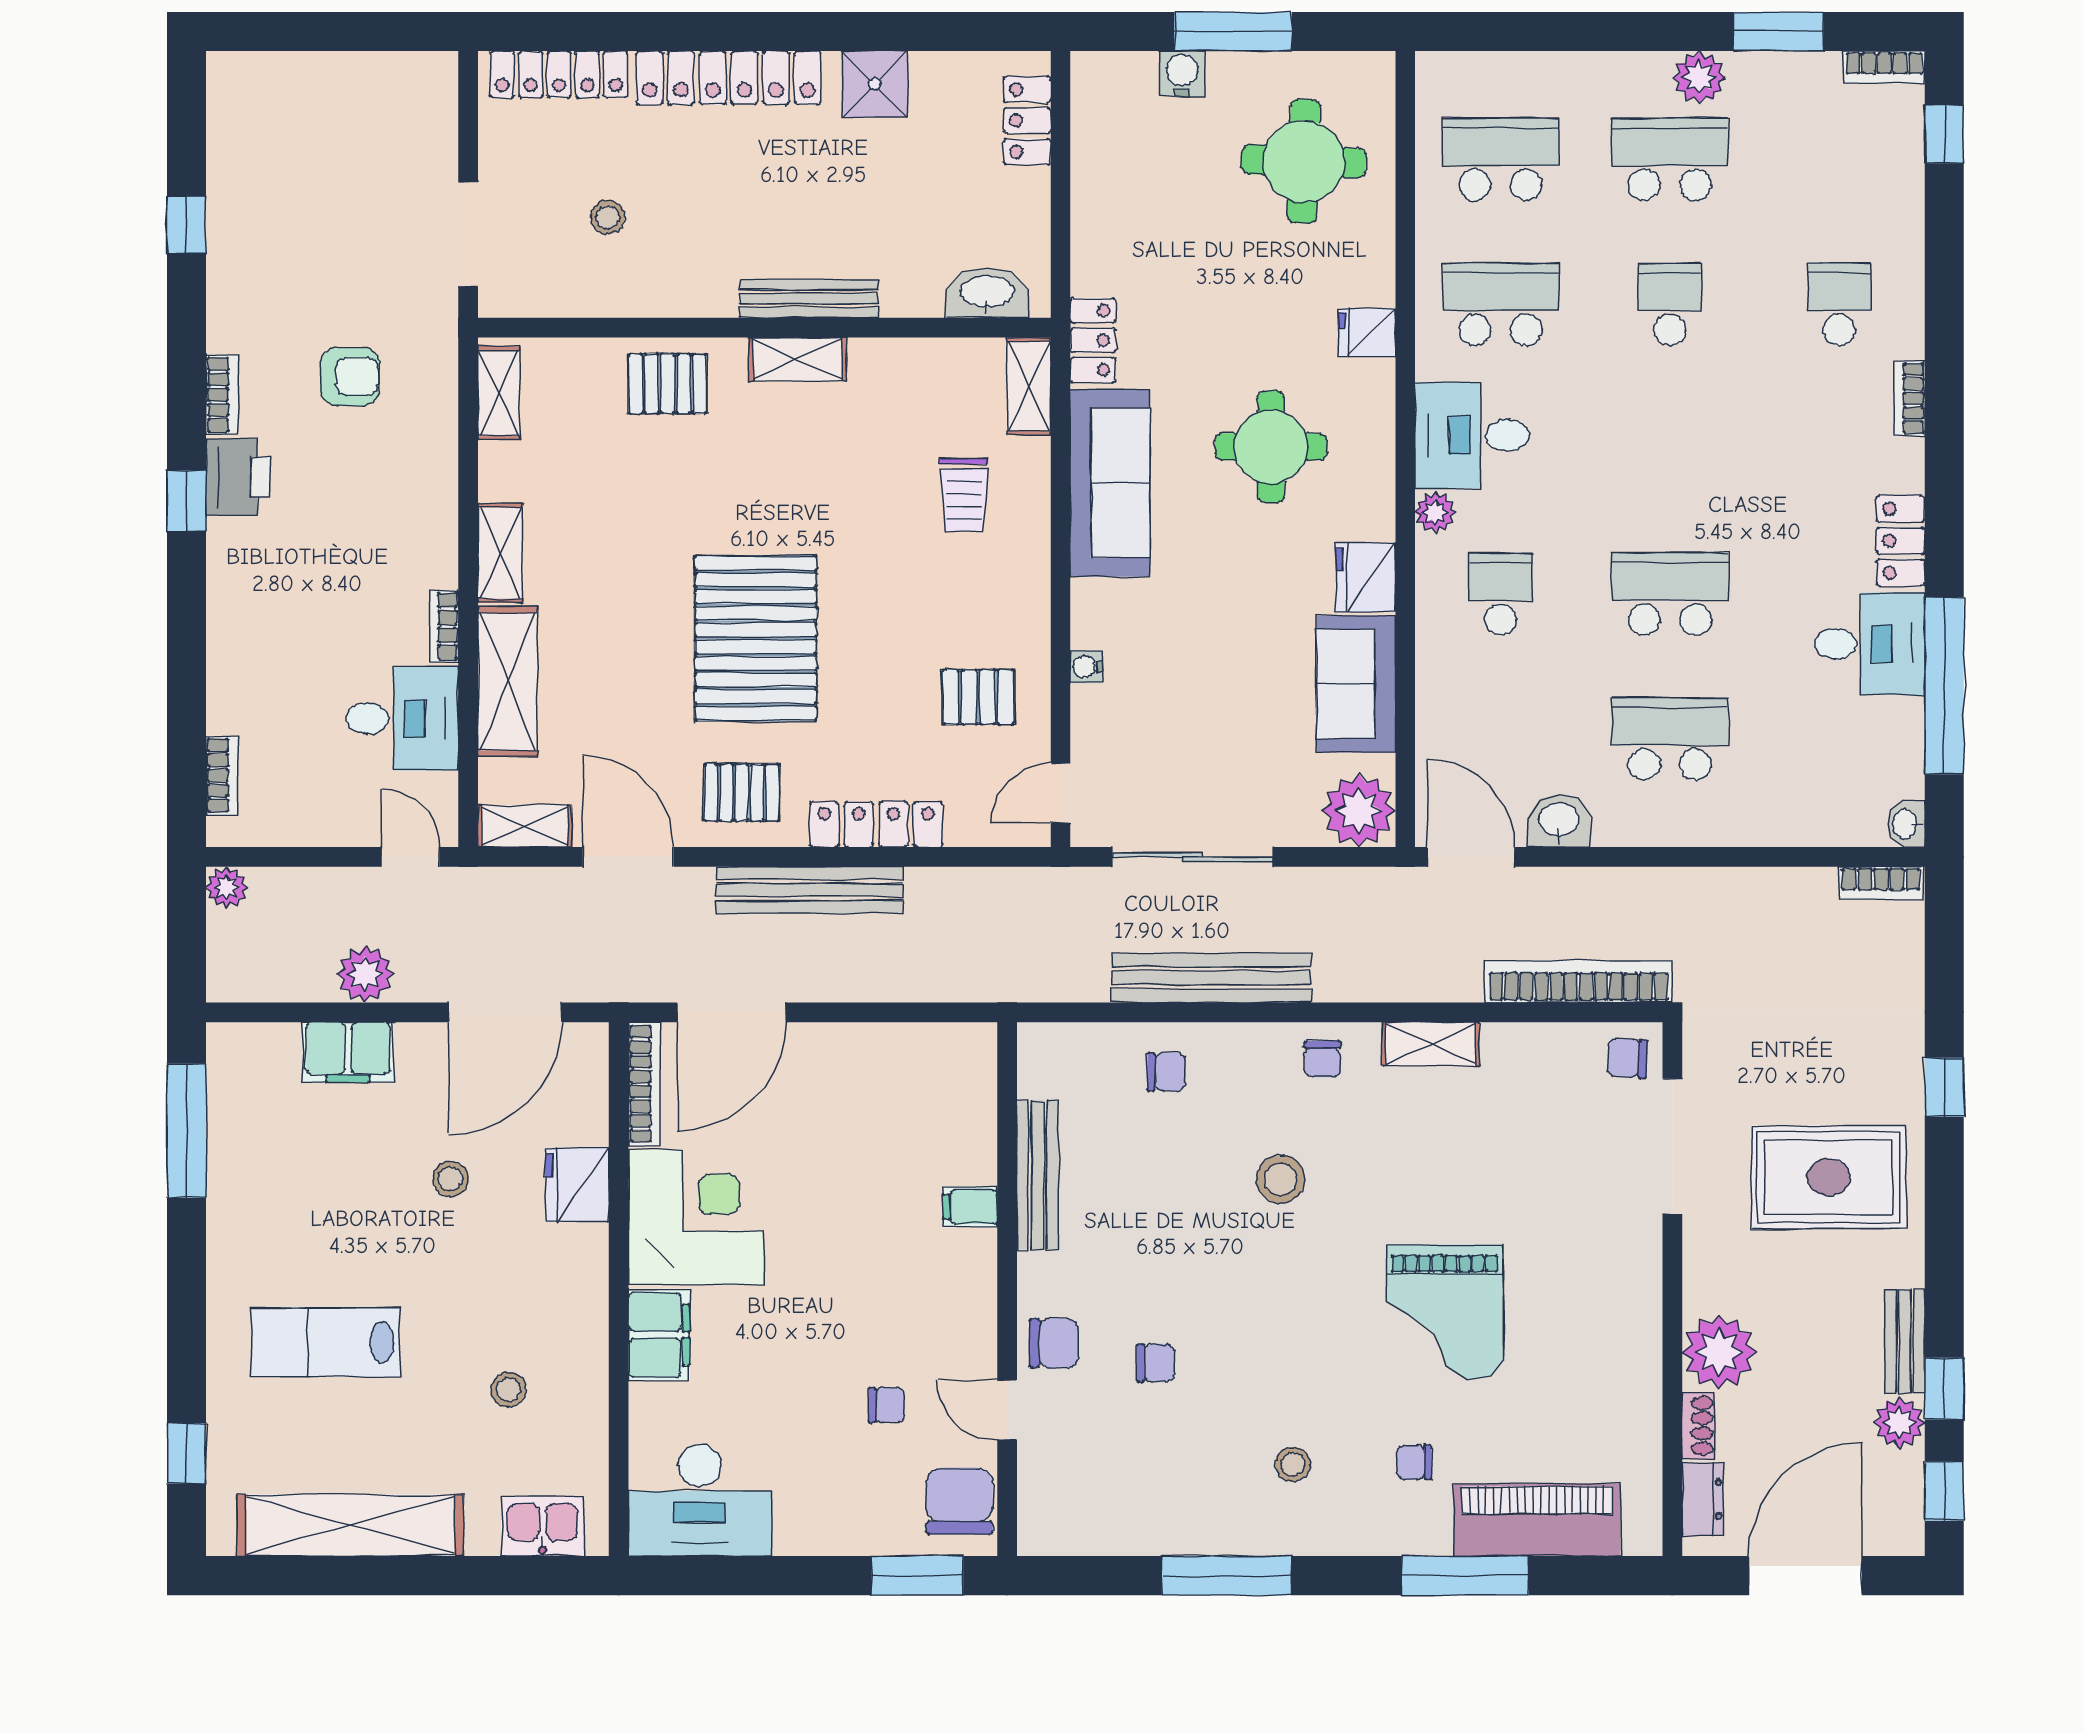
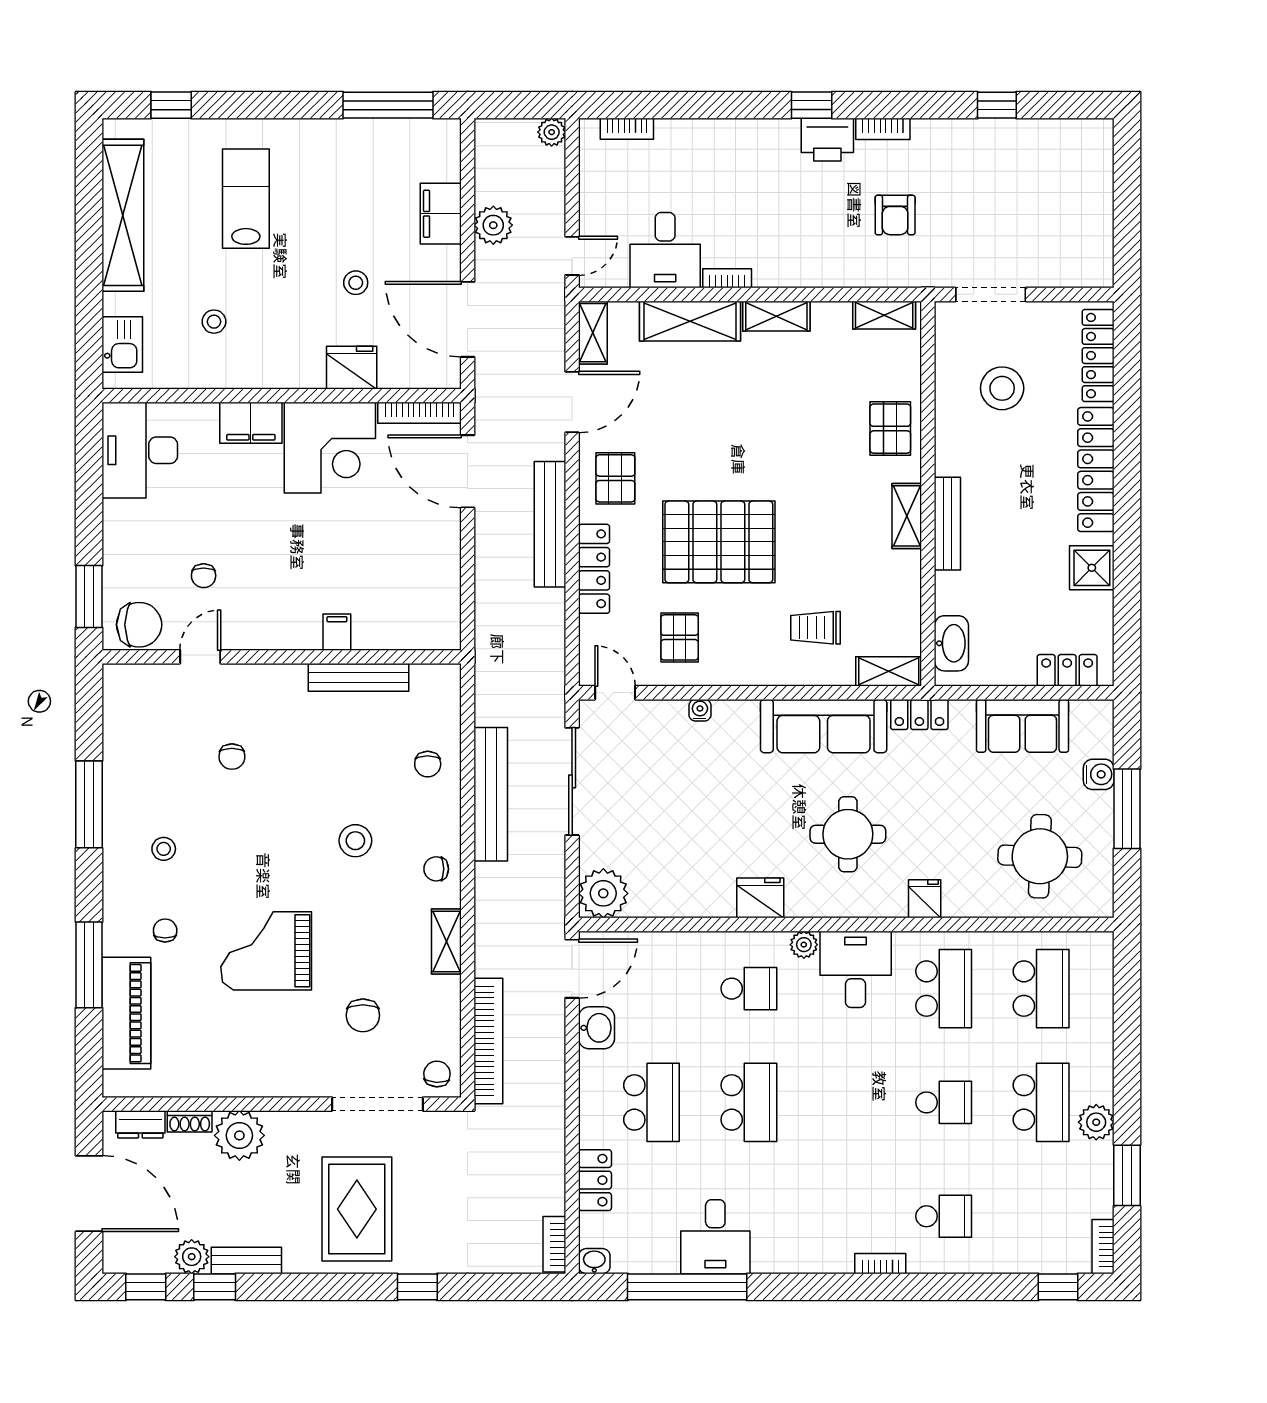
stool: (608, 217) -> (1002, 388), width x1.89, depth x1.89
locker: (1901, 541) -> (595, 1180), moved, turned 90
pallet: (756, 638) -> (719, 542), moved
sofa: (1356, 684) -> (1022, 726), moved, turned 180
chair: (1054, 1343) -> (363, 1015), moved

